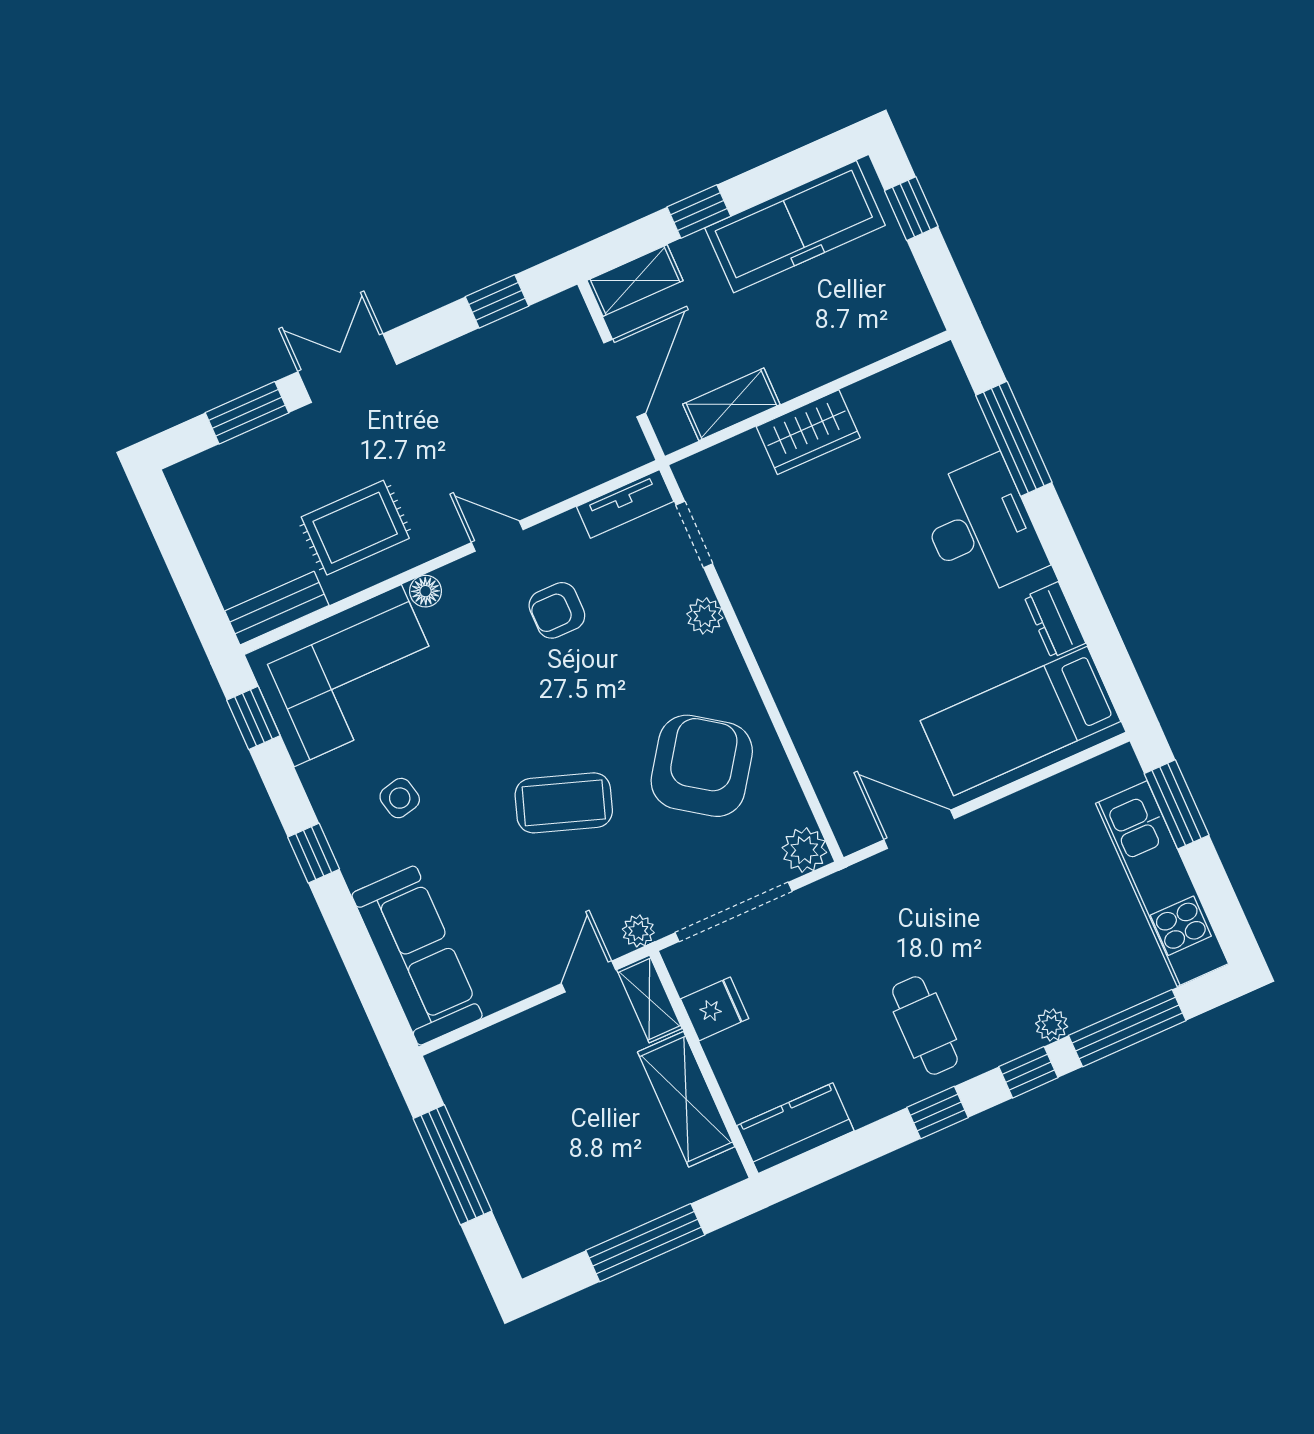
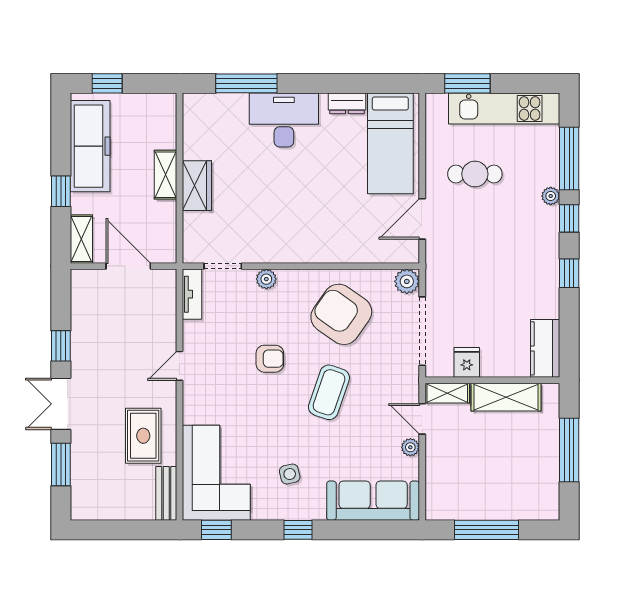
window: (497, 301) -> (61, 346), moved
shelving: (731, 404) -> (166, 175), moved
floor lamp: (426, 591) -> (191, 414), removed
armchair: (557, 610) -> (270, 359), moved, turned -90
plant: (638, 931) -> (410, 447), moved
cafe table: (925, 1026) -> (475, 174), moved

